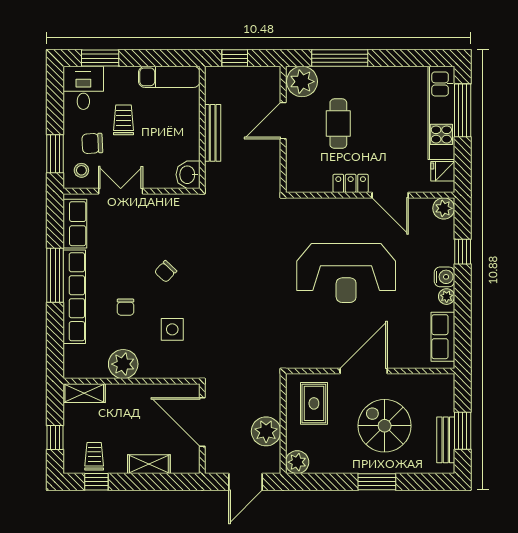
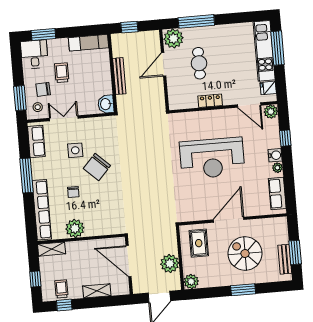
door: (390, 195) -> (249, 105), moved
chair: (166, 271) -> (97, 167), width x1.87, depth x1.87
row of seats: (74, 297) -> (42, 210), moved
side table: (172, 329) -> (75, 150), moved

